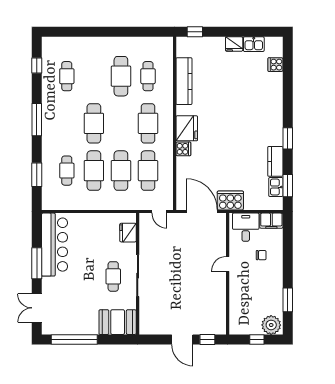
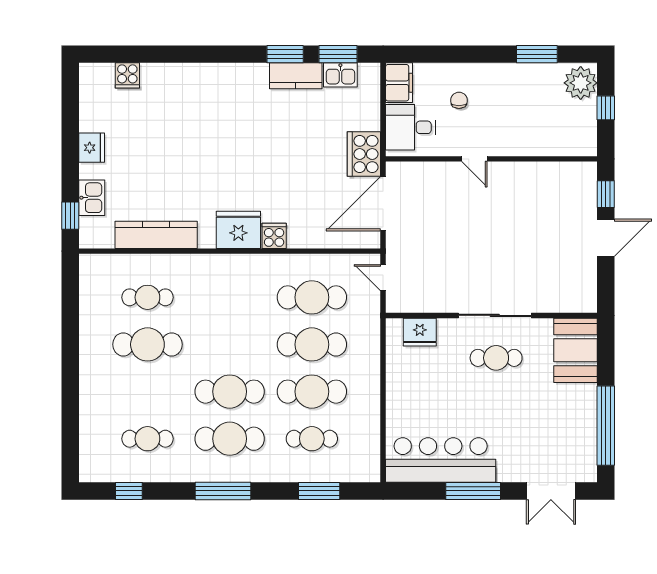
kitchen sink: (254, 44) -> (92, 198), moved
cafe table: (148, 123) -> (230, 439), moved
window: (288, 138) -> (285, 54), moved
door: (159, 212) -> (383, 278), swing flipped

